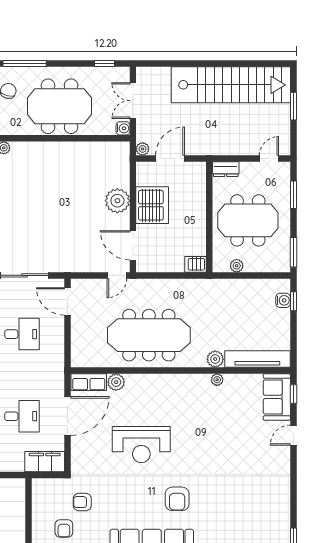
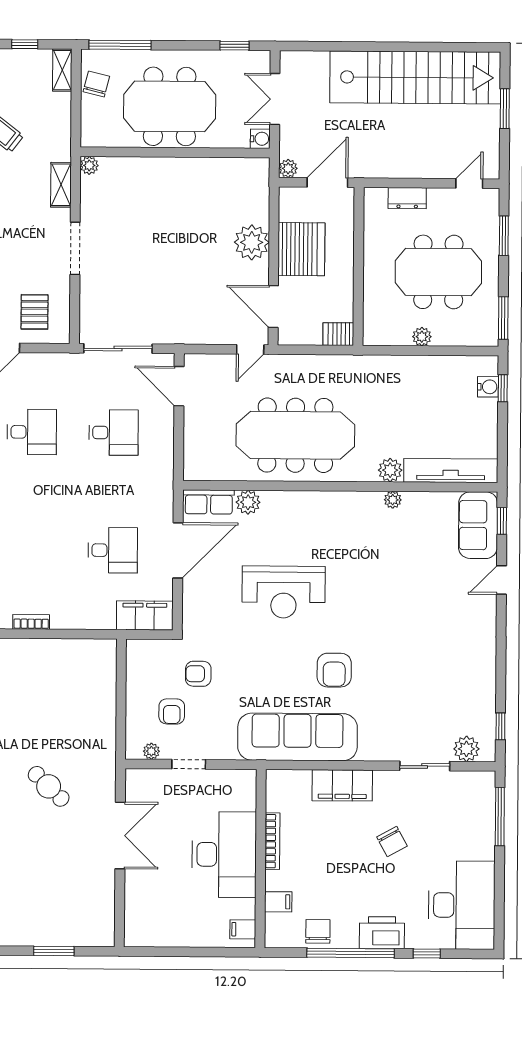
wall: (209, 217) -> (358, 266), moved
server rack: (195, 264) -> (338, 334), moved

